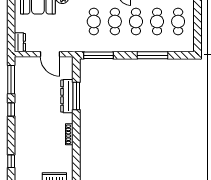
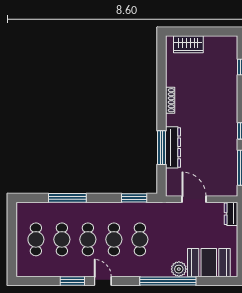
window: (98, 55) -> (134, 198), width x0.69

